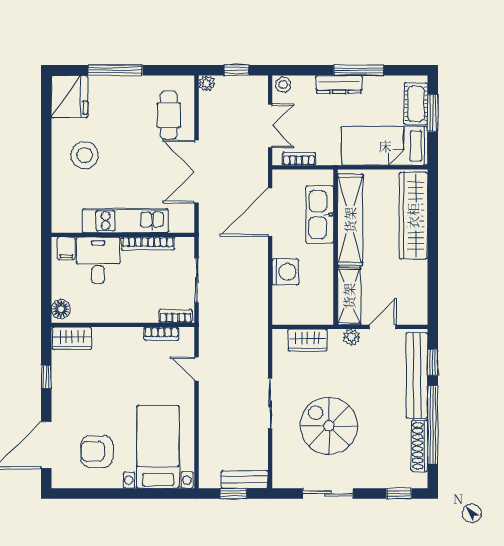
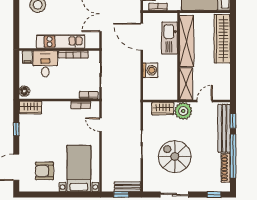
door: (270, 212) -> (142, 37), hinge flipped
plant: (351, 337) -> (183, 111), width x1.88, depth x1.88

